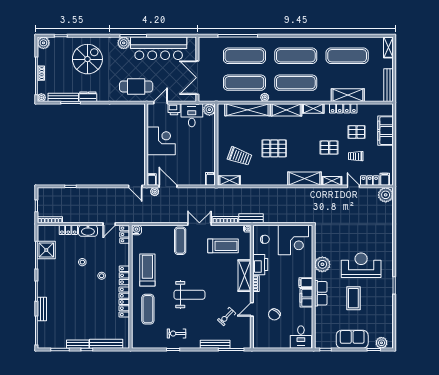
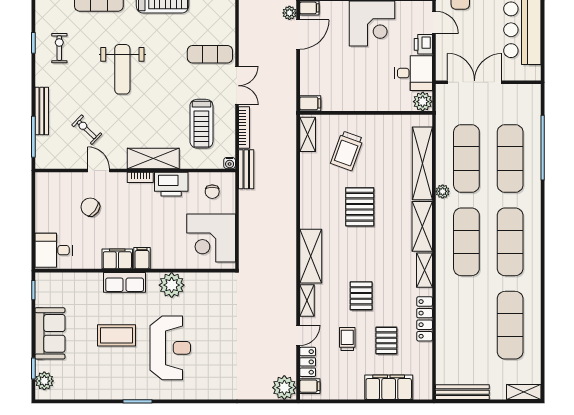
shelving: (348, 95) -> (446, 326), removed

